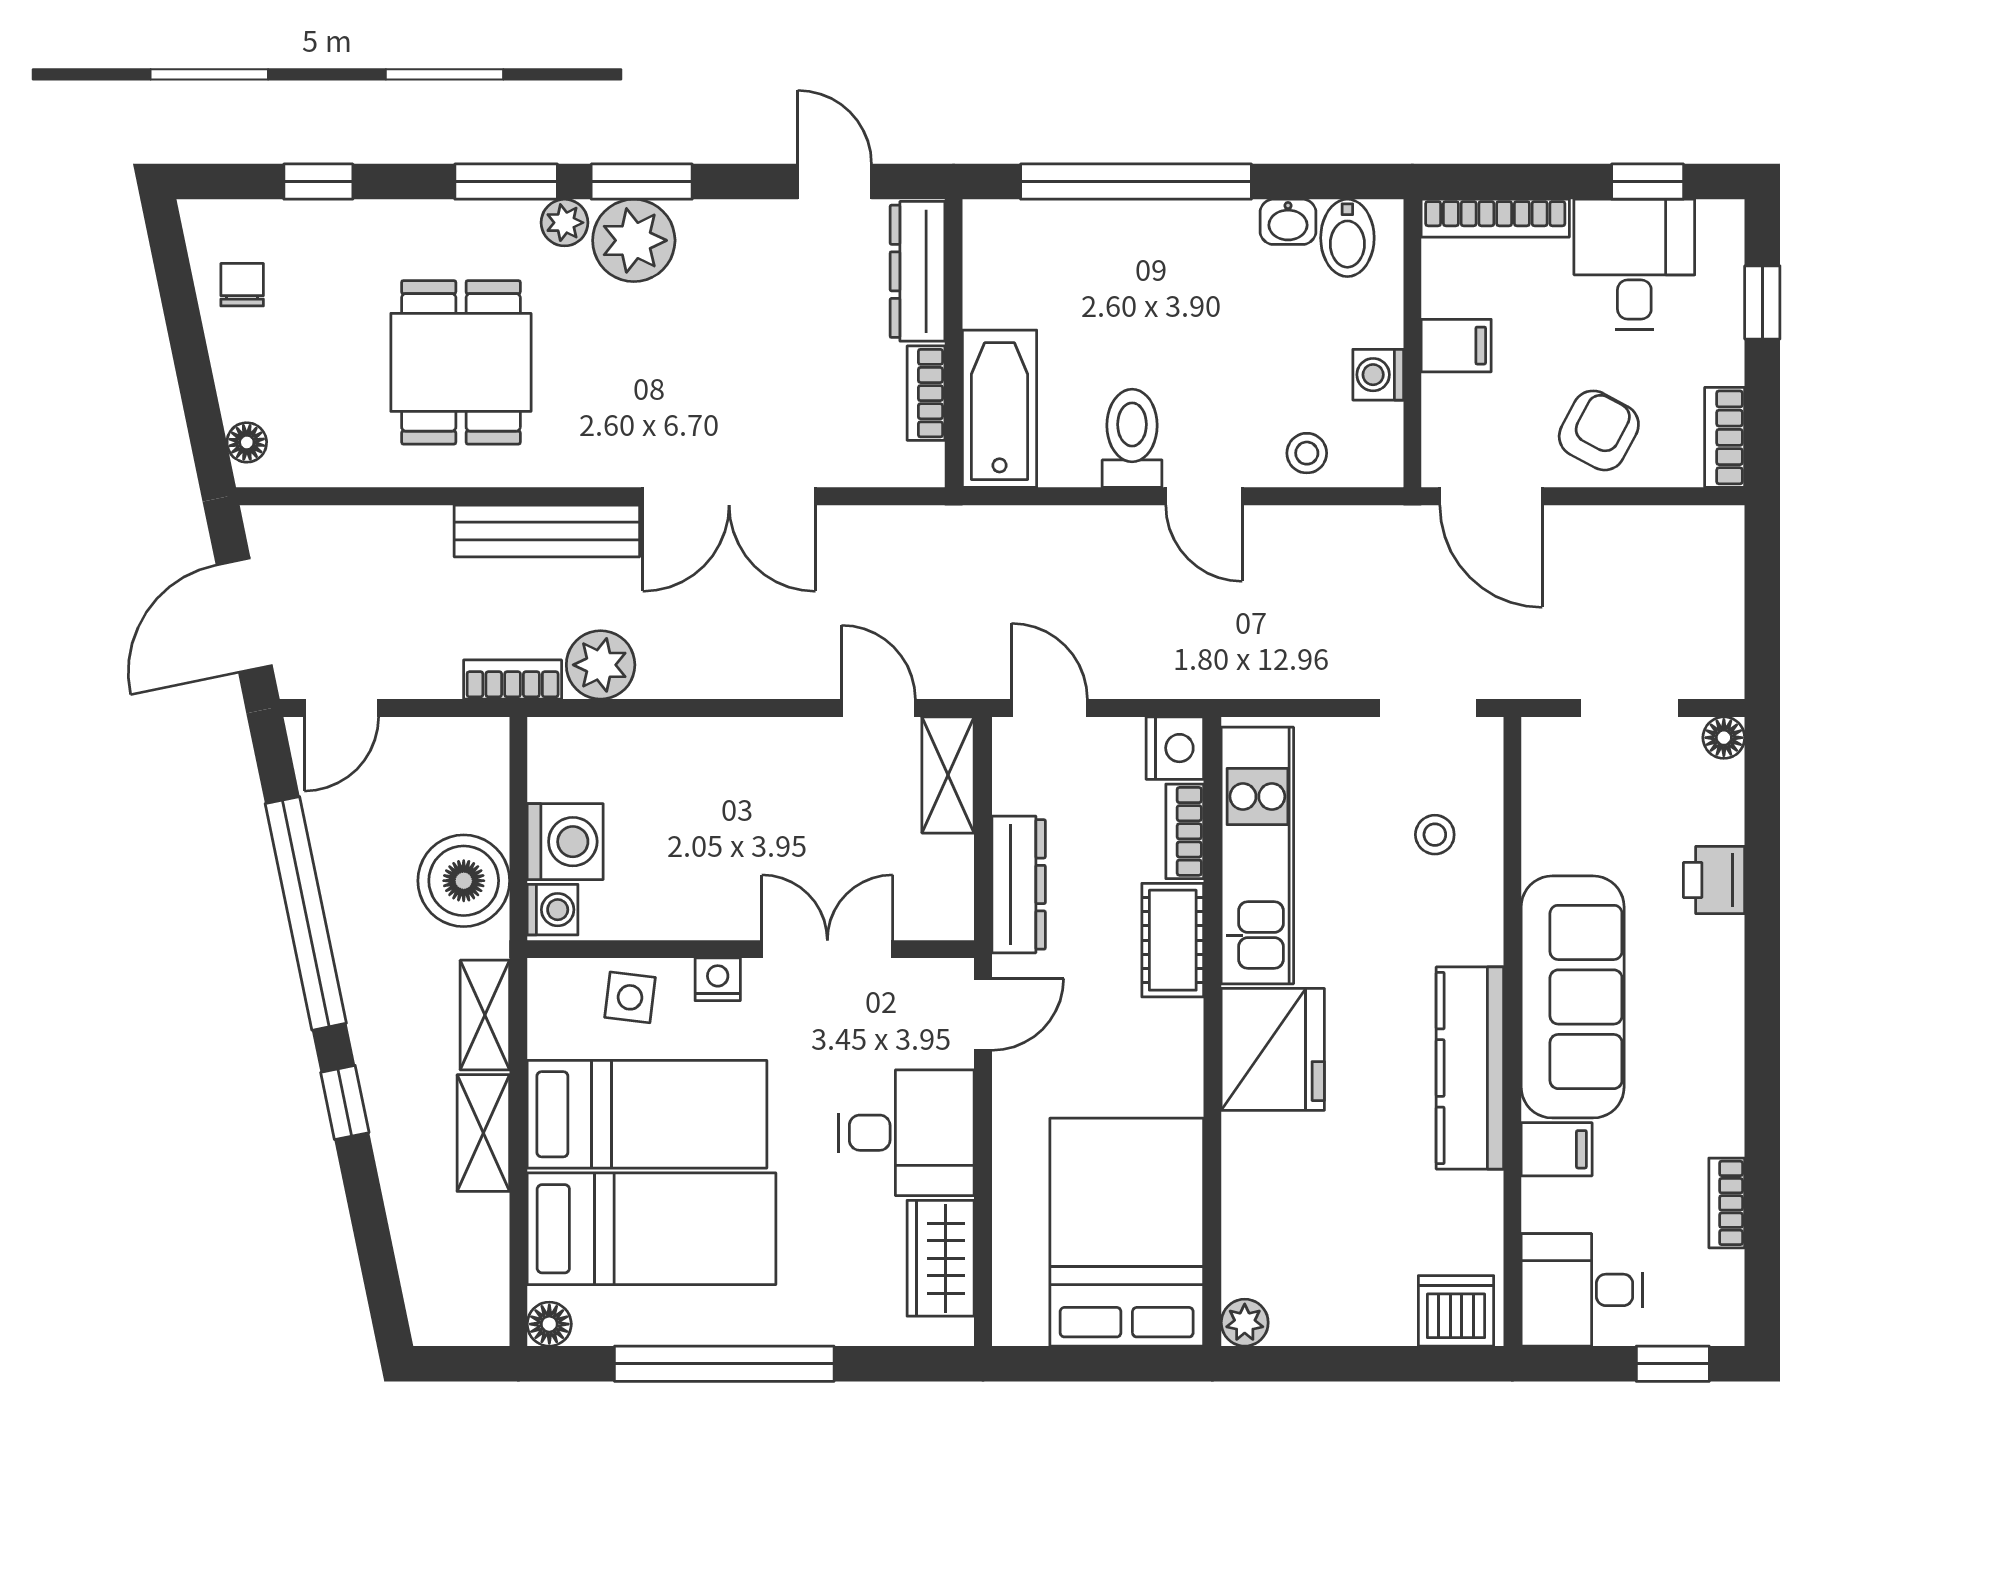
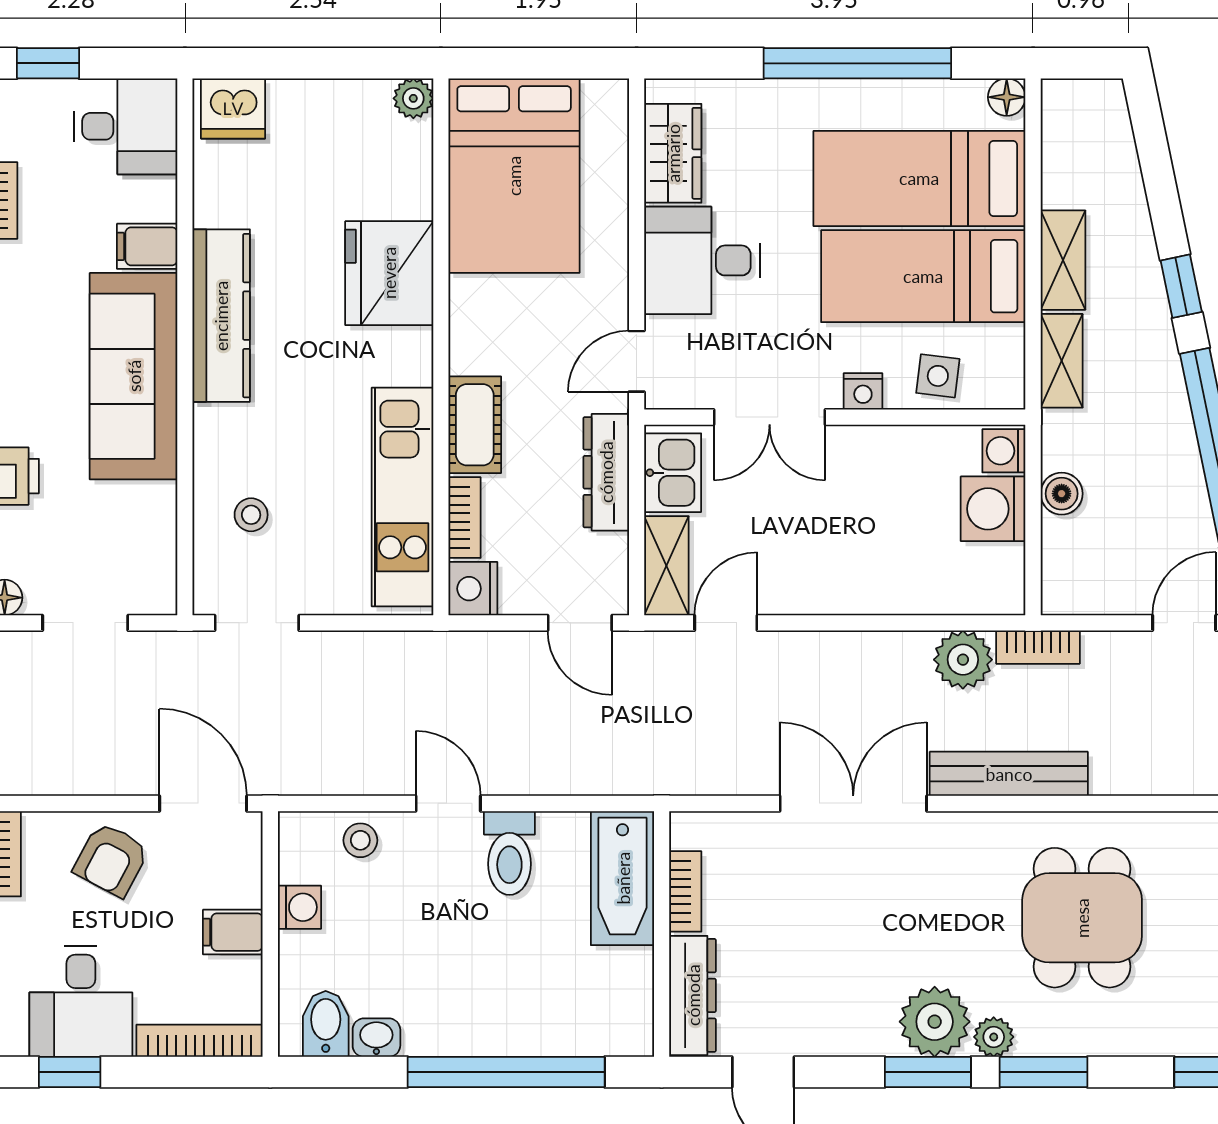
door: (878, 708) -> (726, 623), swing flipped
boiler: (464, 881) -> (1062, 494), width x0.54, depth x0.54
kitchen sink: (941, 884) -> (673, 473), added
fridge: (1273, 1049) -> (389, 273), moved

